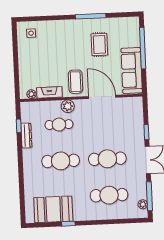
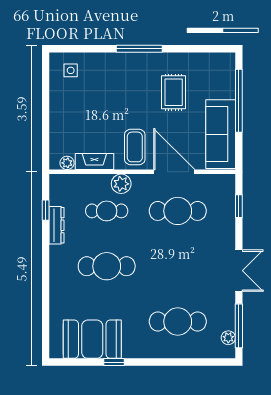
window: (91, 16) -> (139, 49), moved
window: (146, 132) -> (239, 206), moved
cafe table: (107, 159) -> (178, 211), moved

